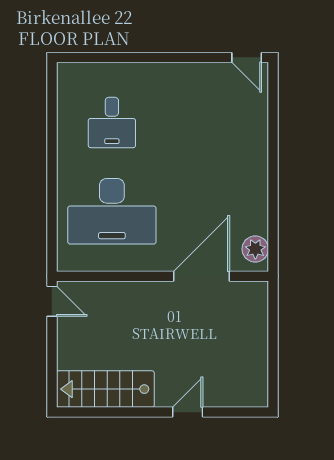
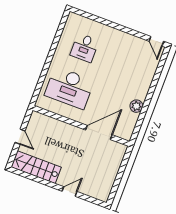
plant: (255, 249) -> (136, 106), moved
door: (52, 301) -> (20, 137), moved

